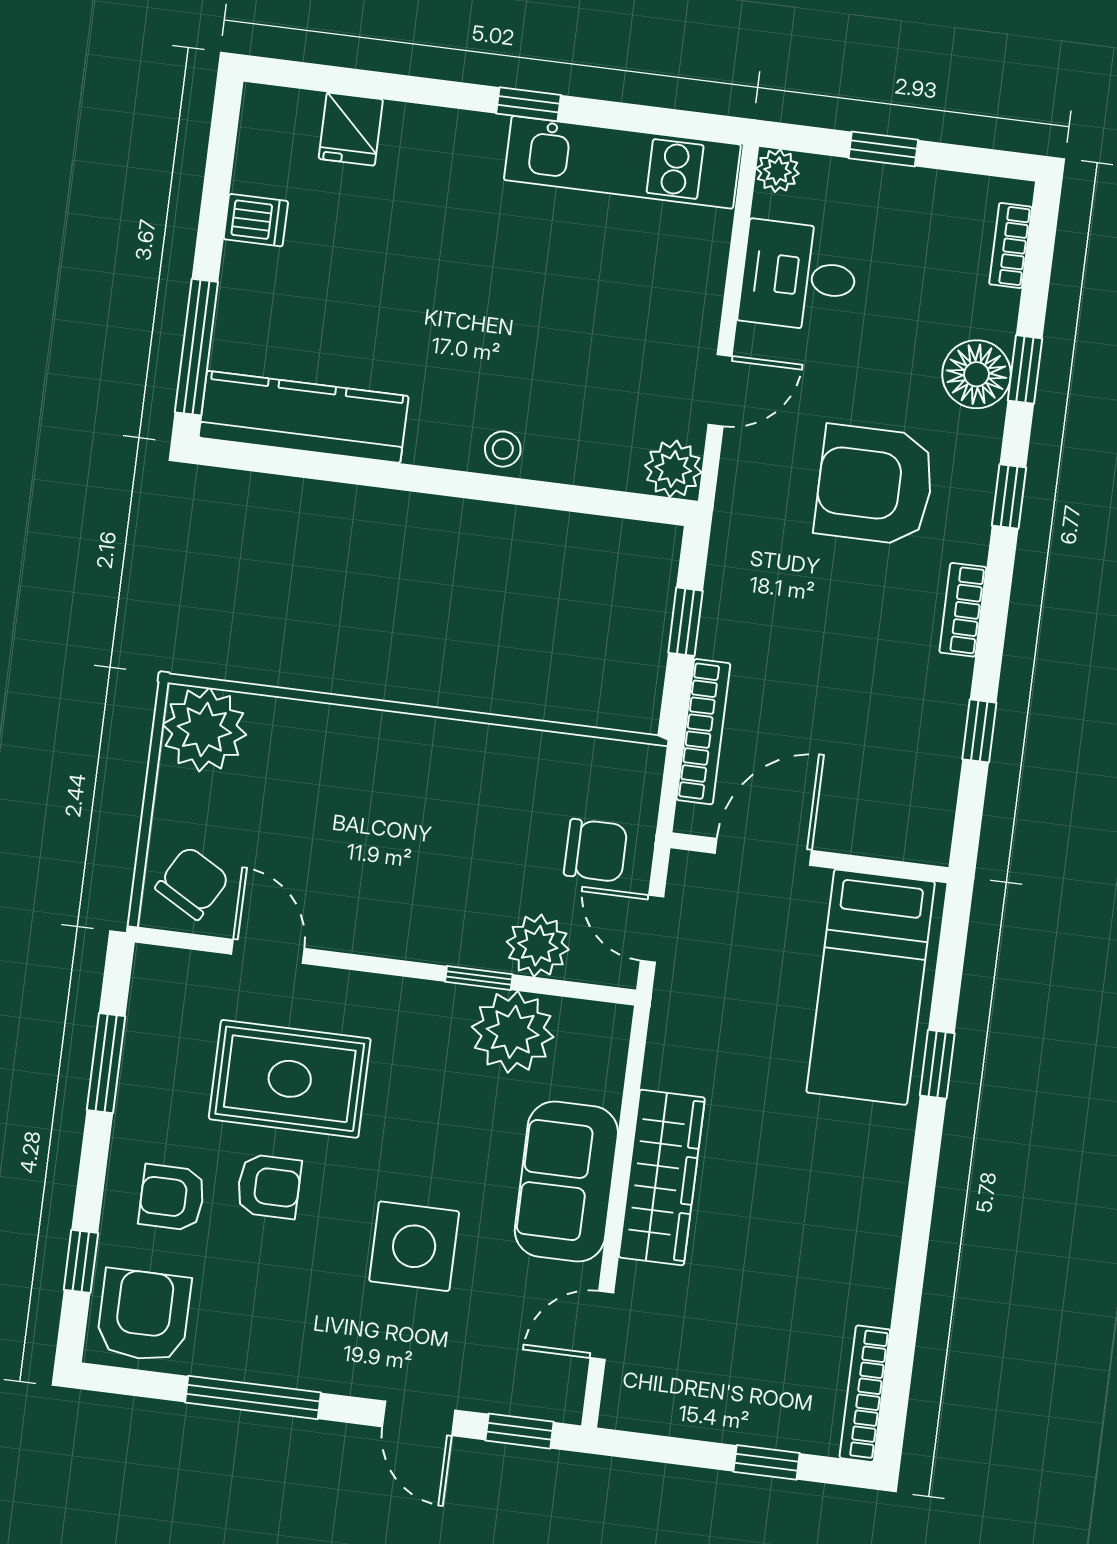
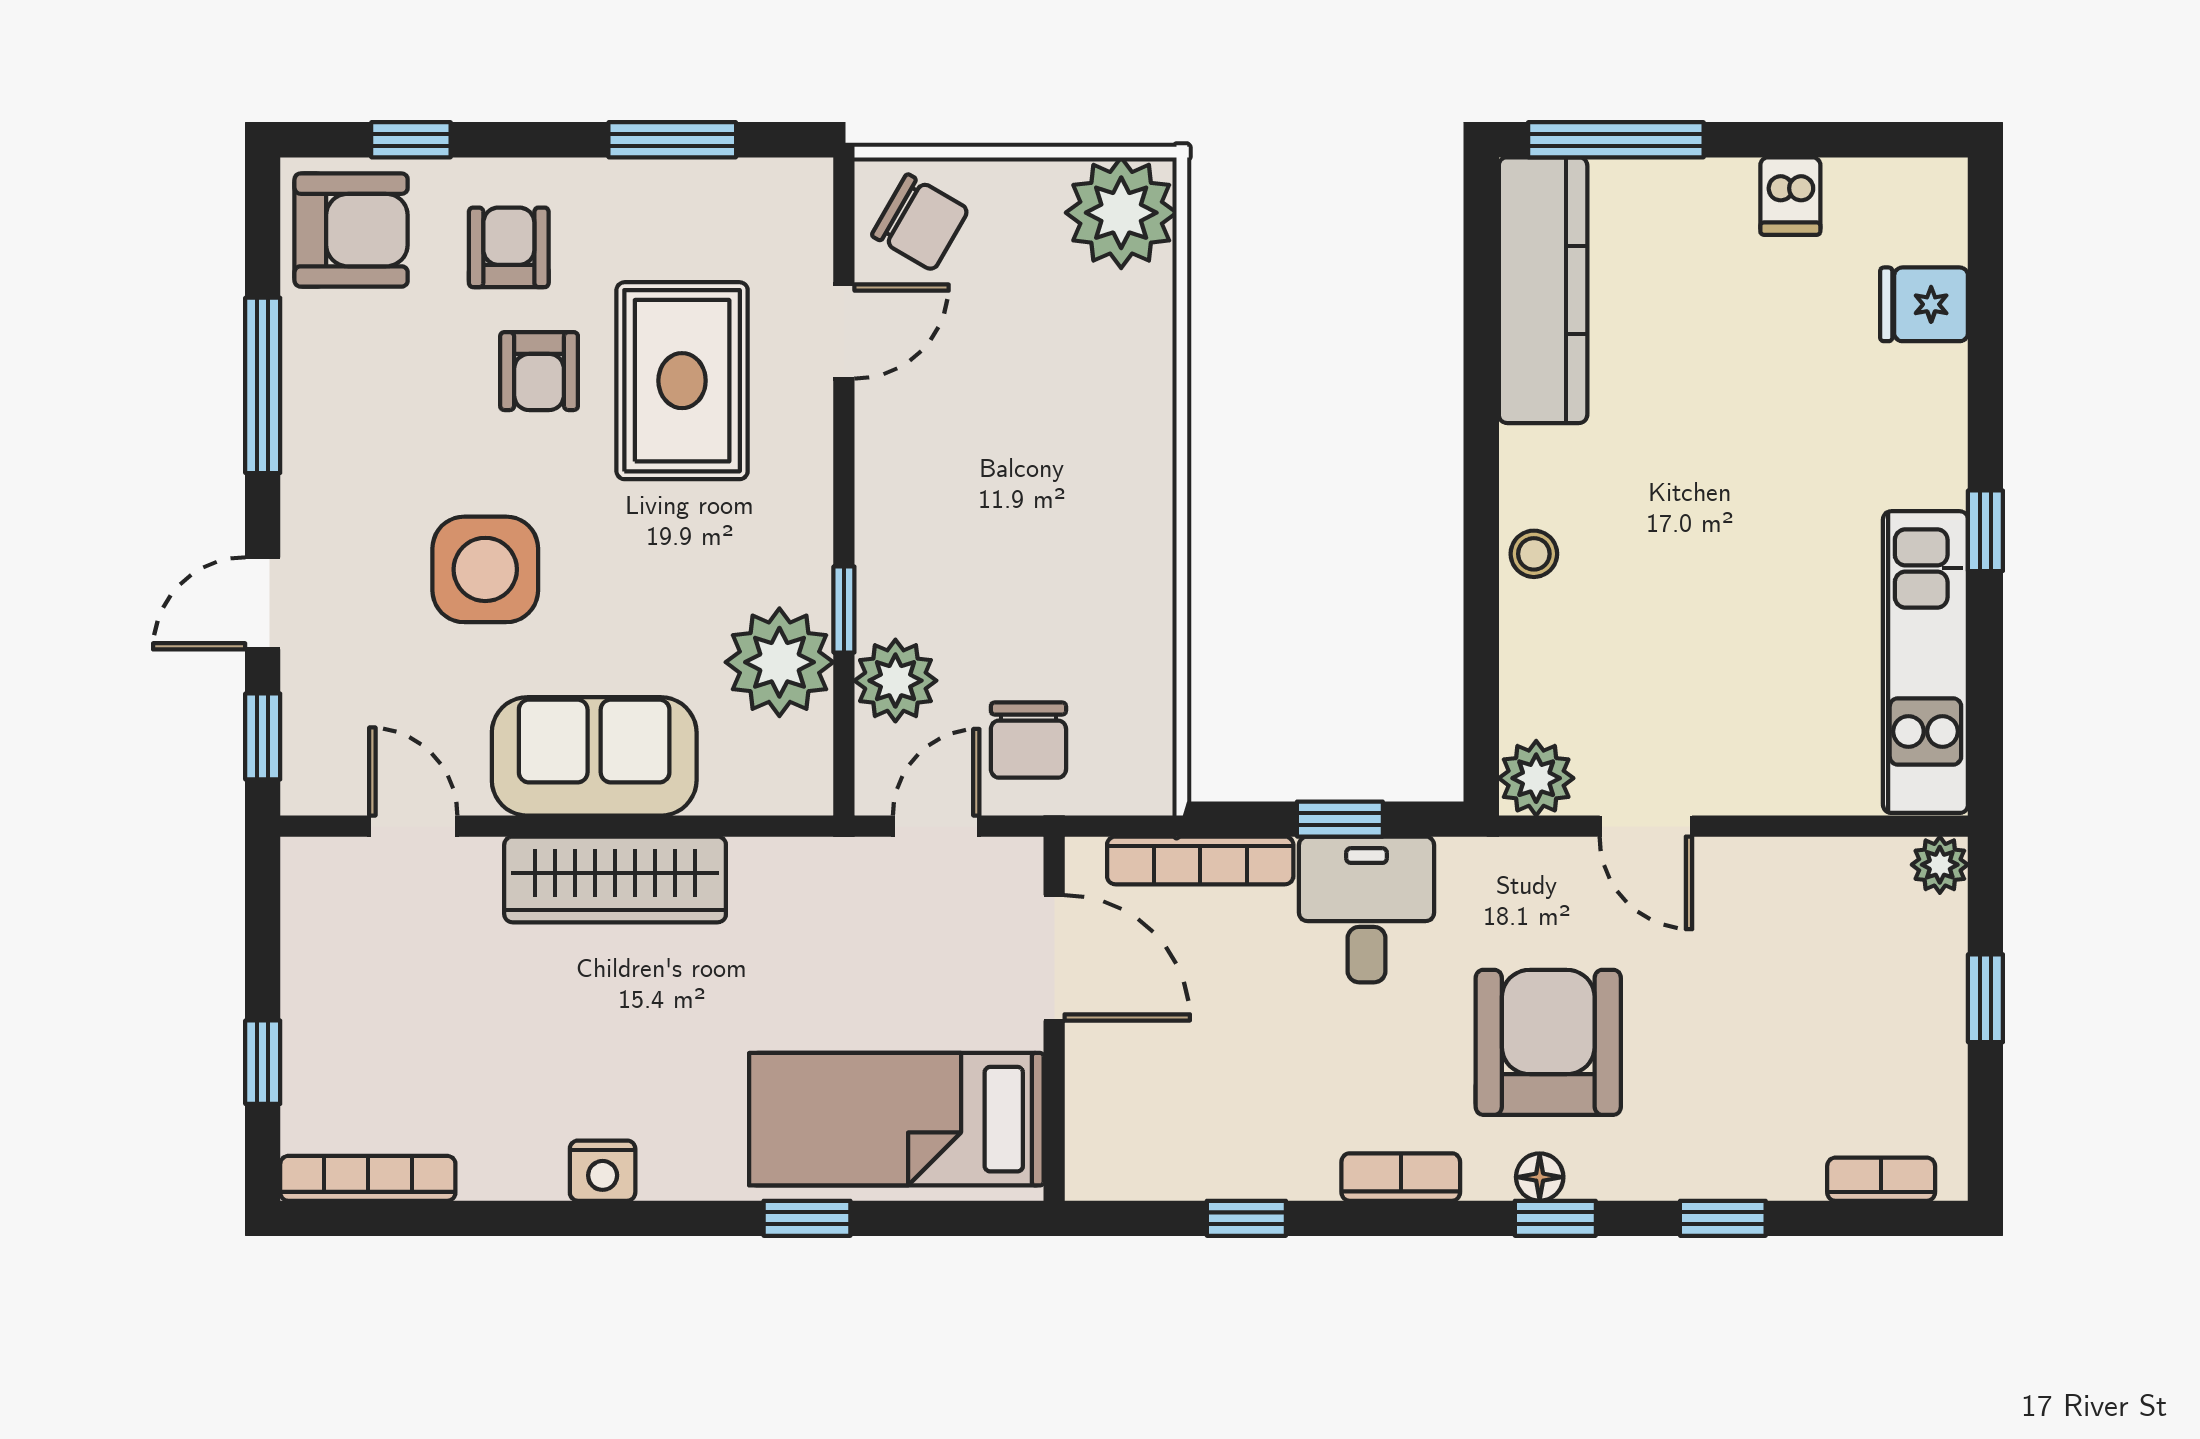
desk: (799, 276) -> (1367, 909), moved
floor lamp: (976, 374) -> (1540, 1177), moved, width x0.53, depth x0.53
nightstand: (881, 1215) -> (603, 1171), added

